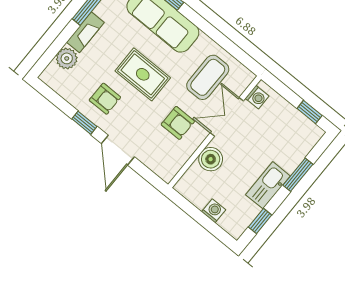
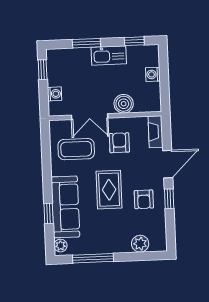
fireplace: (85, 32) -> (155, 132), moved, turned -90
washing machine: (257, 97) -> (55, 94), moved, turned 90
armchair: (105, 99) -> (144, 199), turned 180

